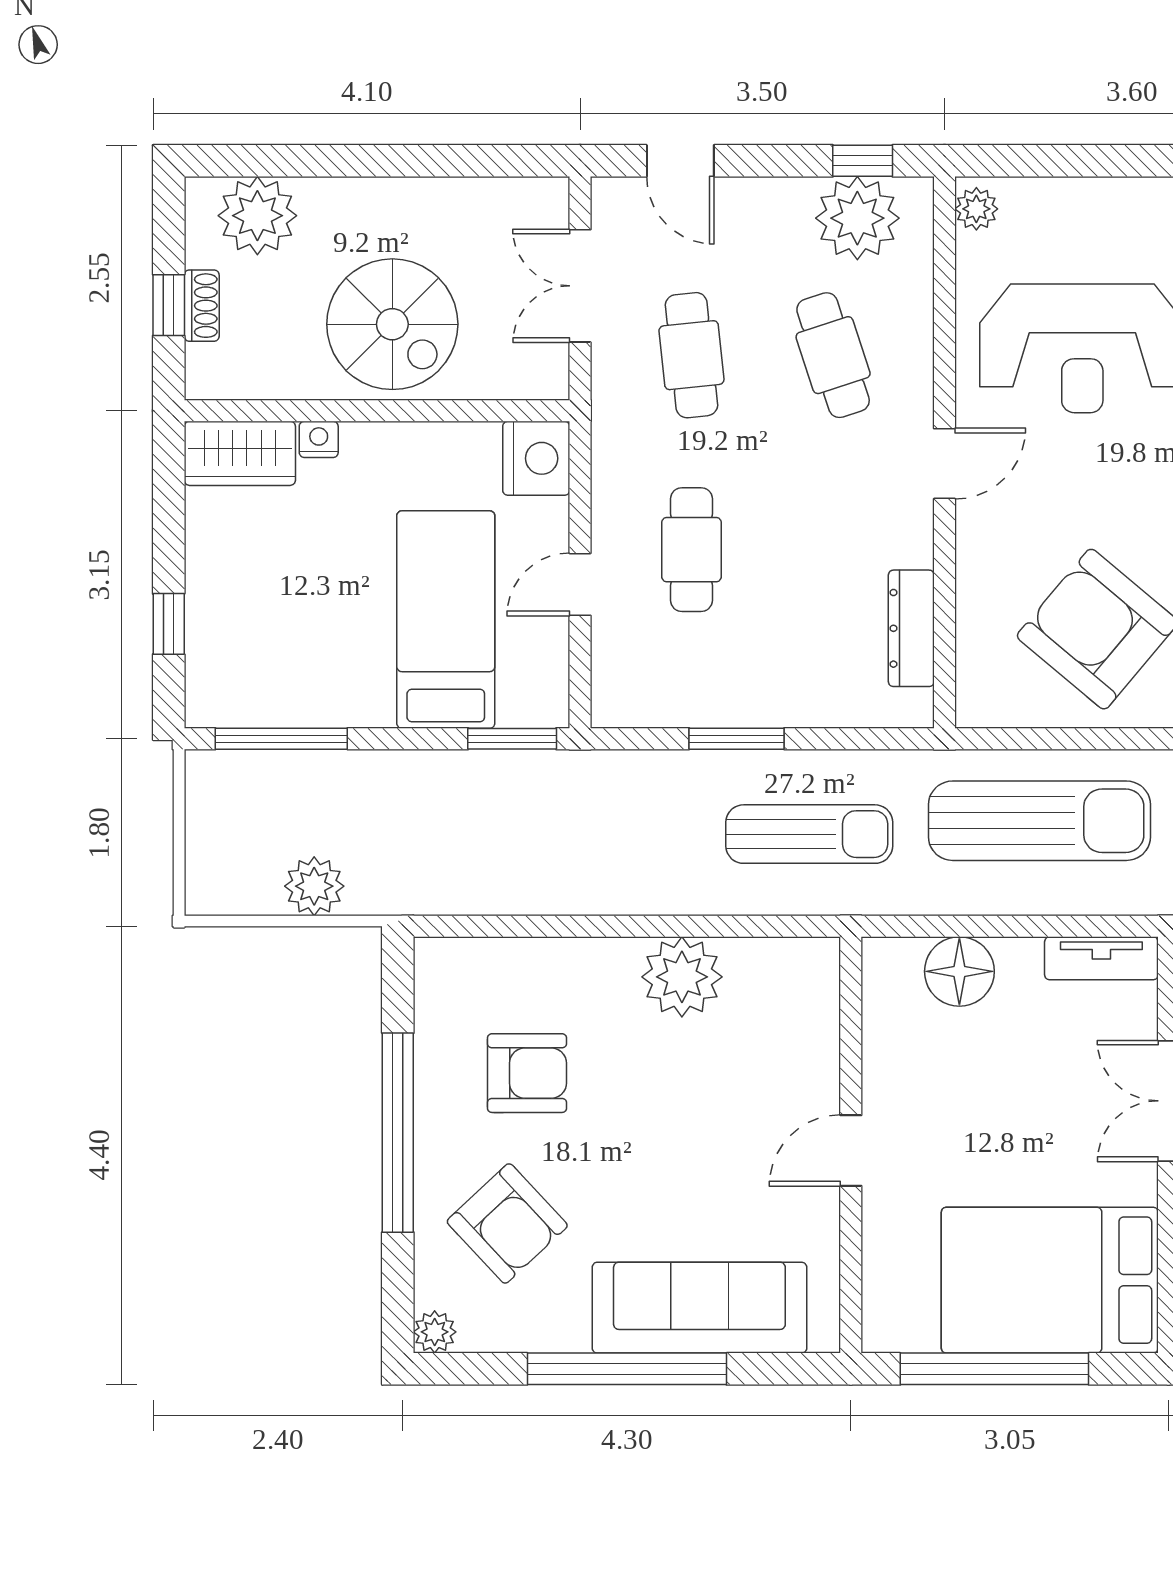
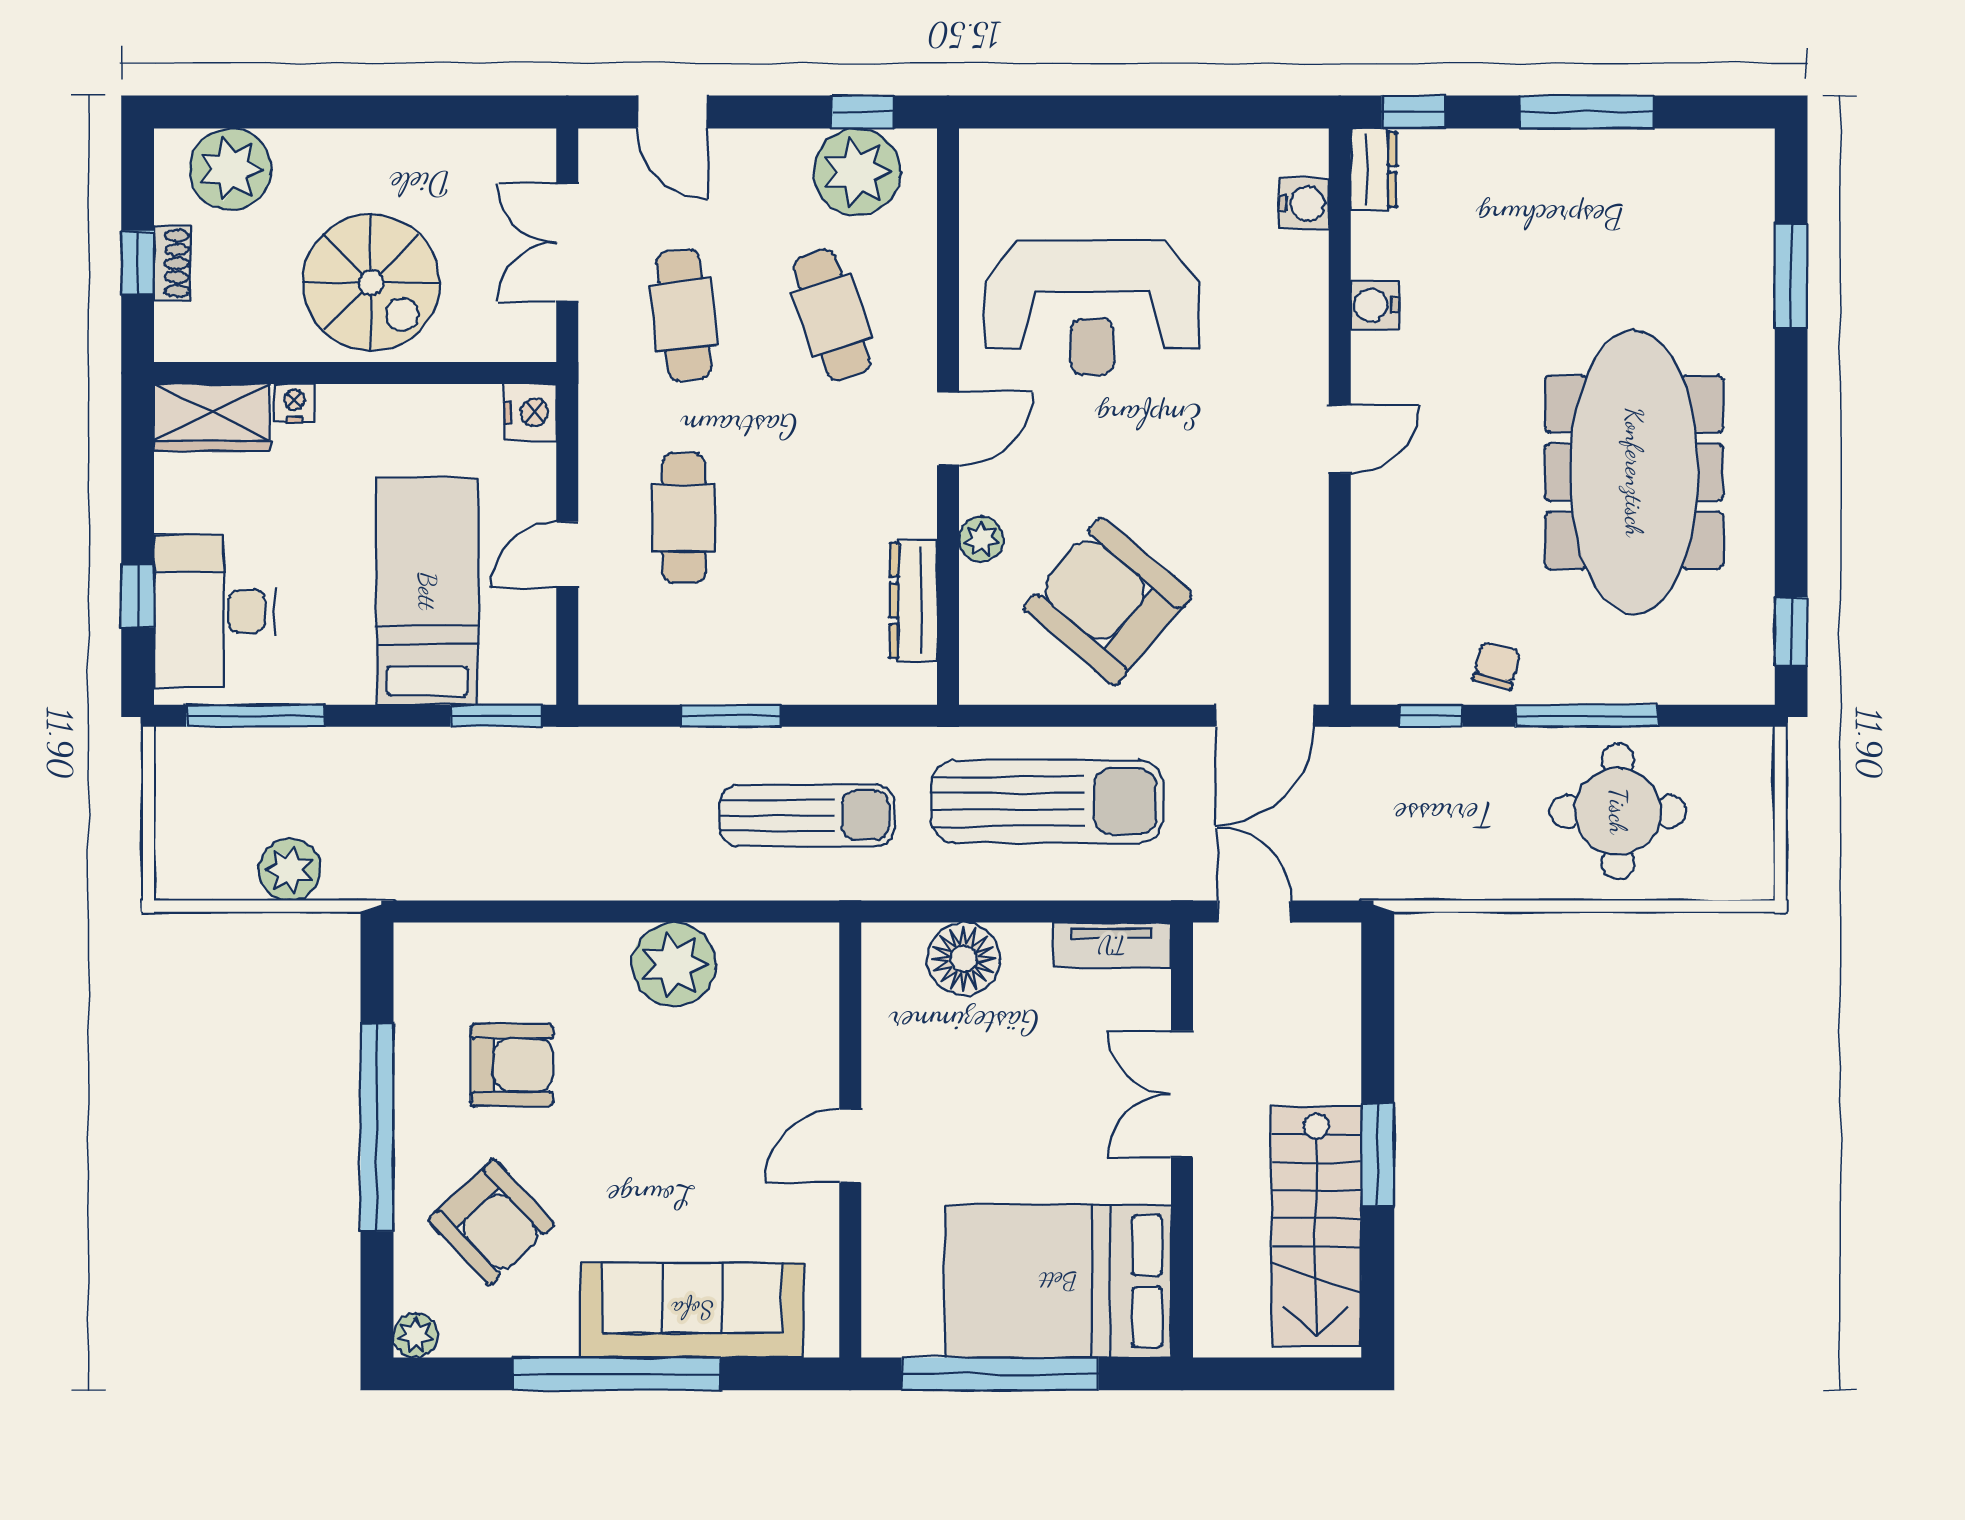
plant: (976, 209) -> (981, 539), moved
nightstand: (536, 458) -> (530, 413), width x0.74, depth x0.75
desk: (242, 639) -> (214, 611), added

